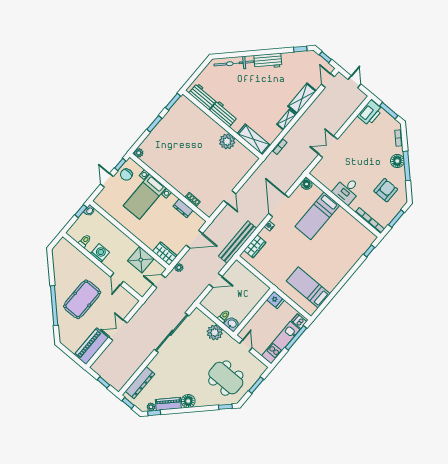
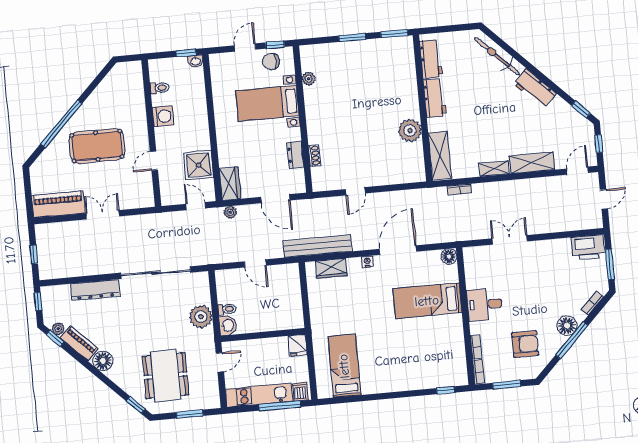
plant: (139, 153) -> (309, 79), moved
dresser: (140, 383) -> (95, 290), moved

